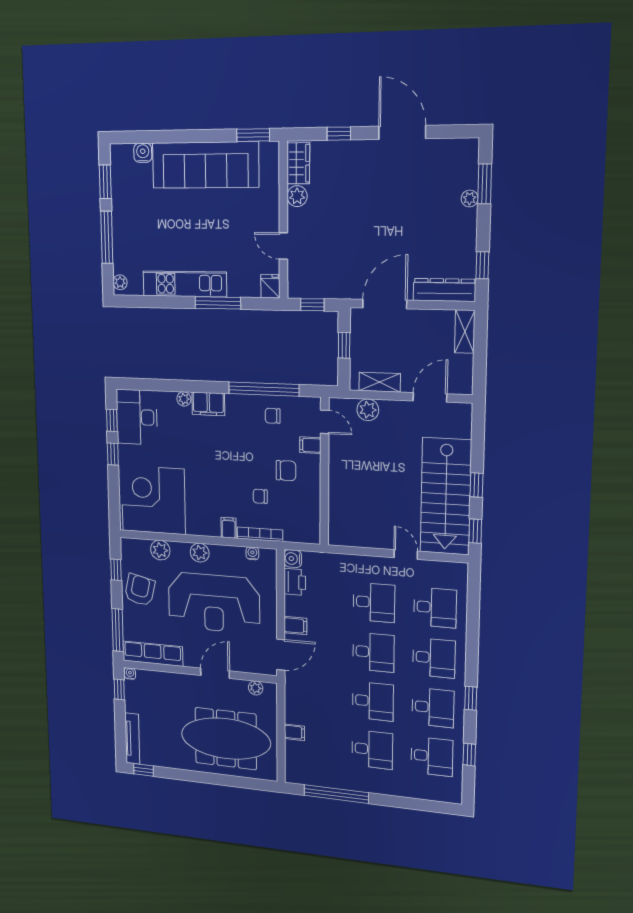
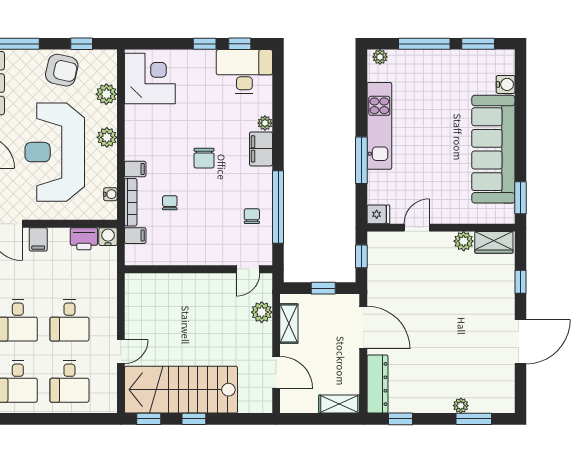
filing cabinet: (310, 445) -> (135, 236), moved, turned 90
chair: (286, 471) -> (204, 158), moved
corner desk: (153, 500) -> (150, 78), width x0.74, depth x0.74

